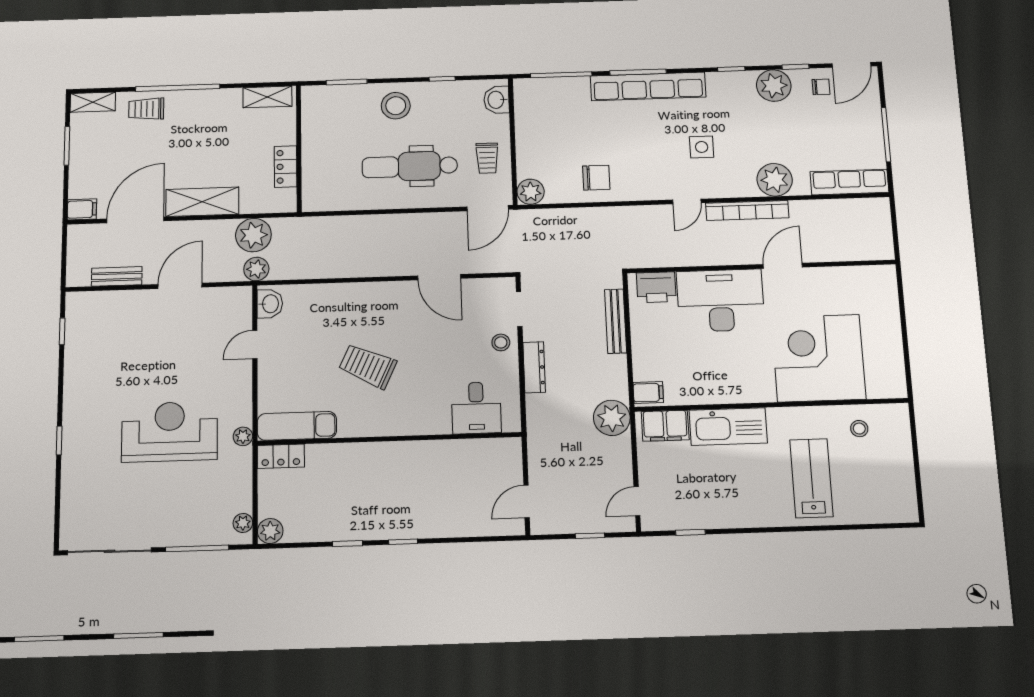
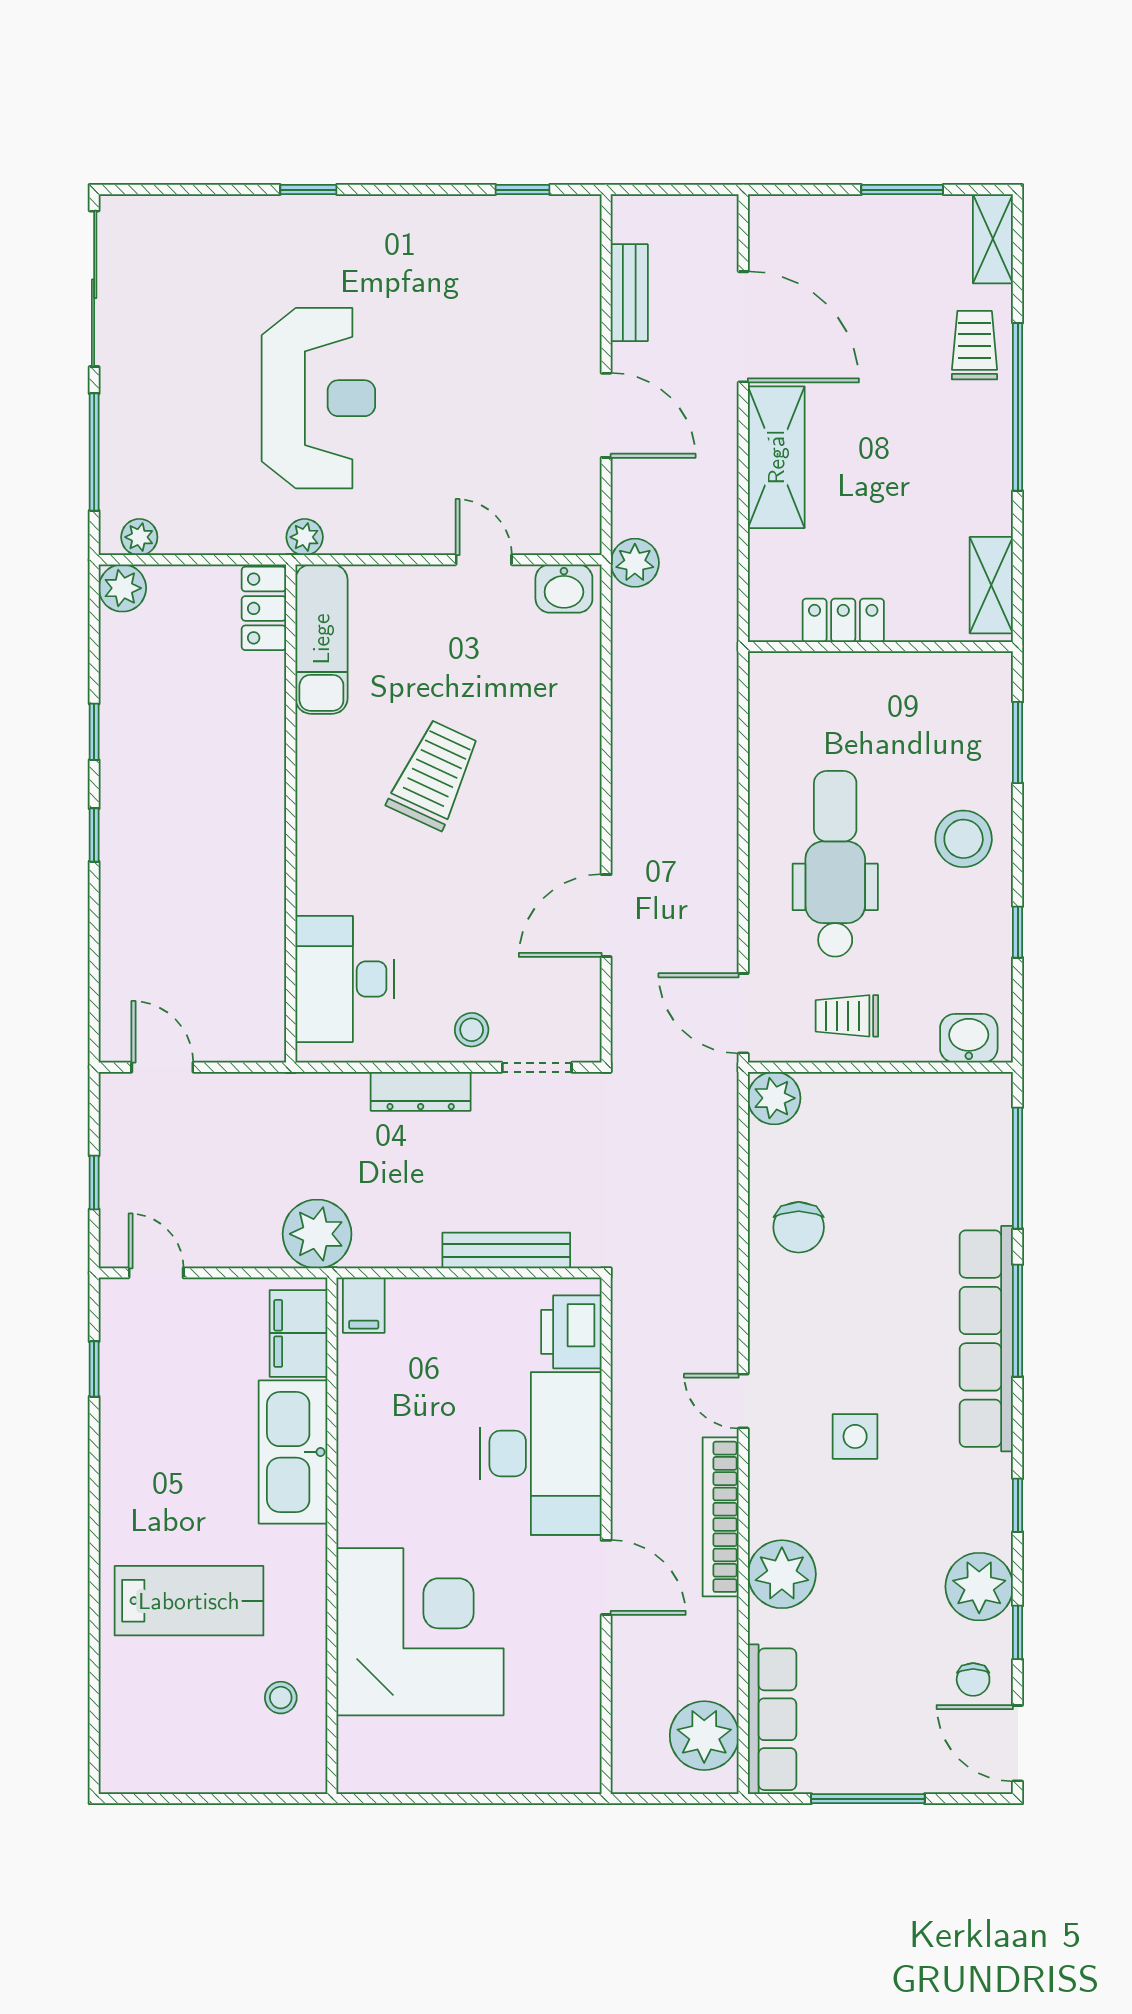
filing cabinet: (82, 209) -> (769, 222), removed
plant: (253, 235) -> (704, 1736), moved
desk: (476, 408) -> (345, 979), width x1.37

